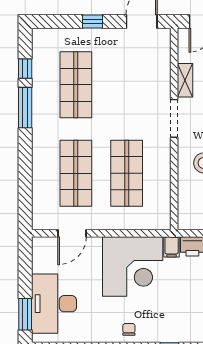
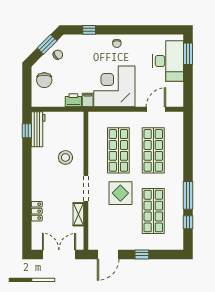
display table: (124, 111) -> (120, 193), added

